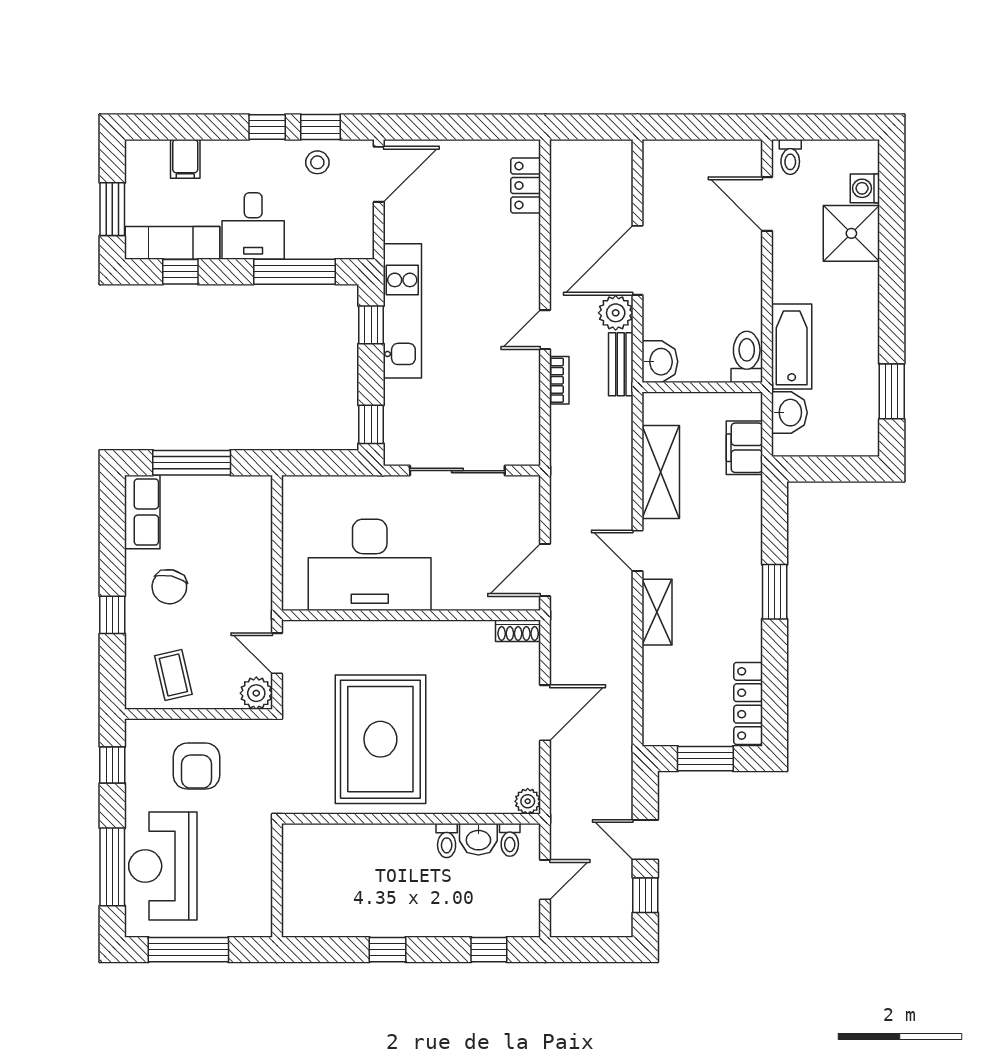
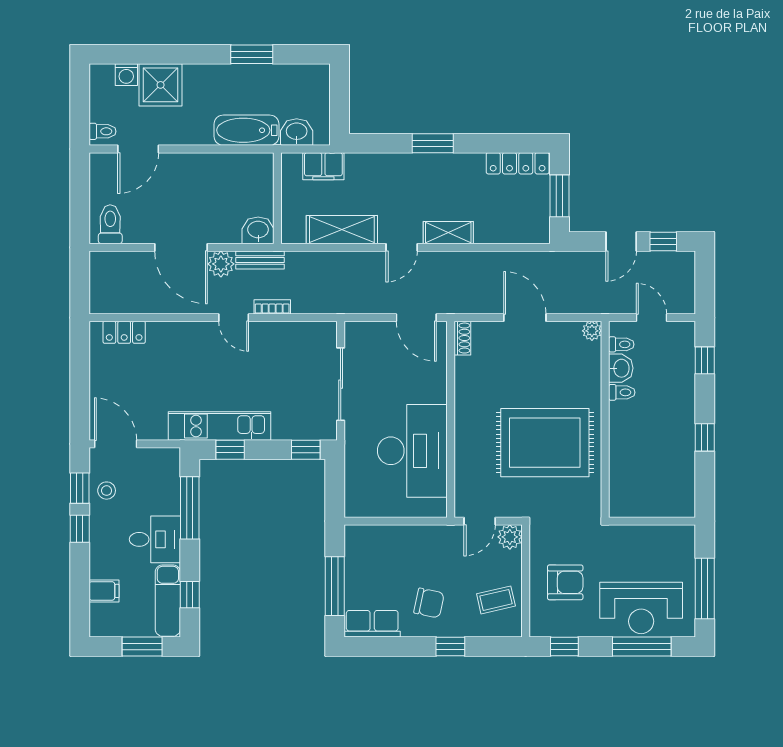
toilet: (747, 357) -> (110, 224), moved, turned 90
window: (892, 391) -> (252, 54), moved

